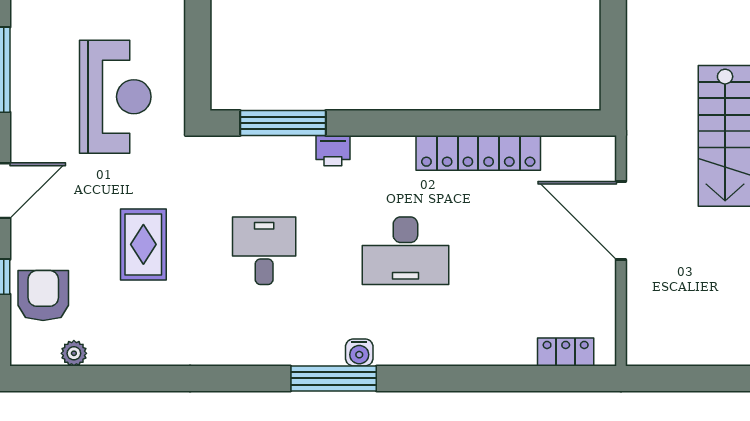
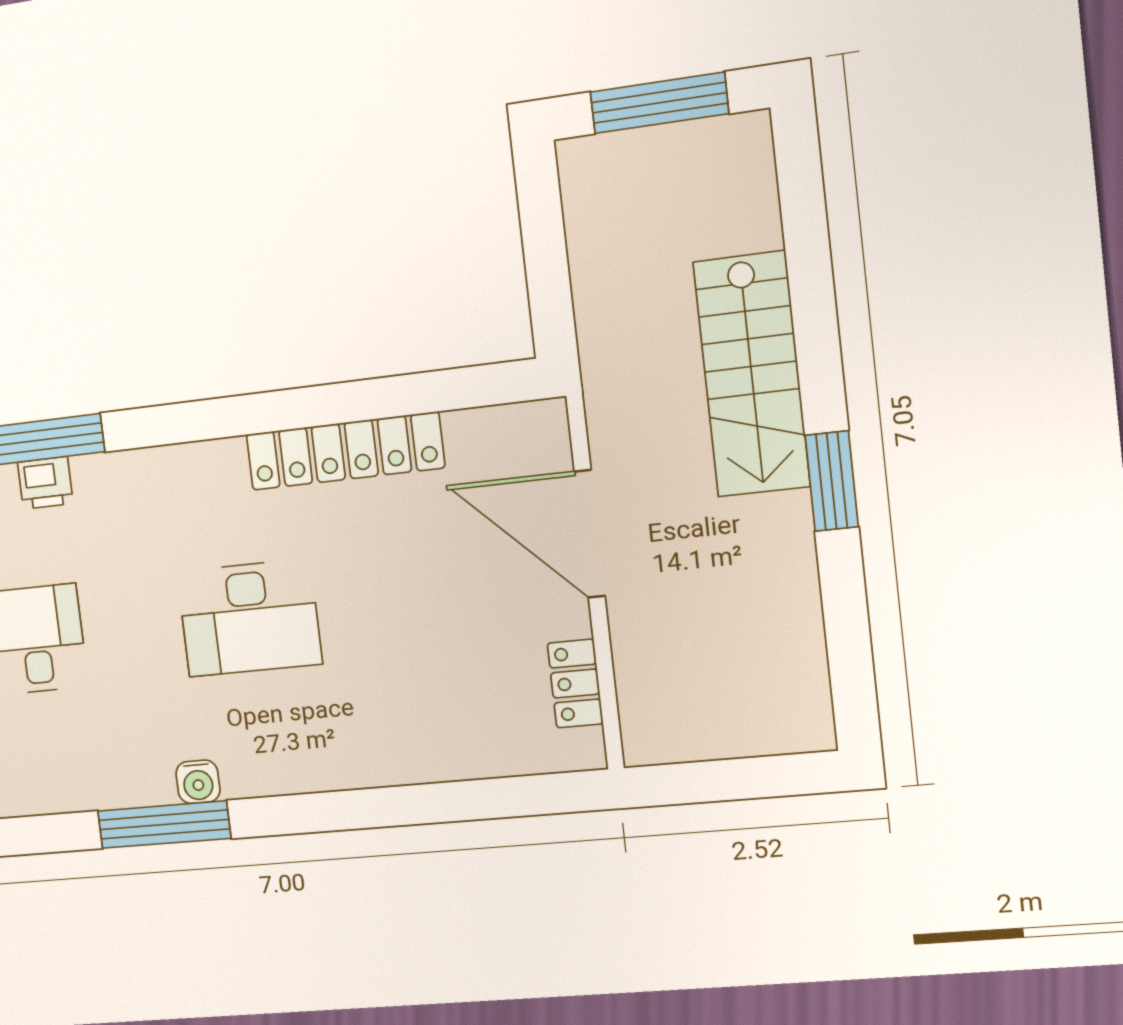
printer: (333, 151) -> (45, 483), moved
locker: (566, 352) -> (575, 684), moved, turned -90

